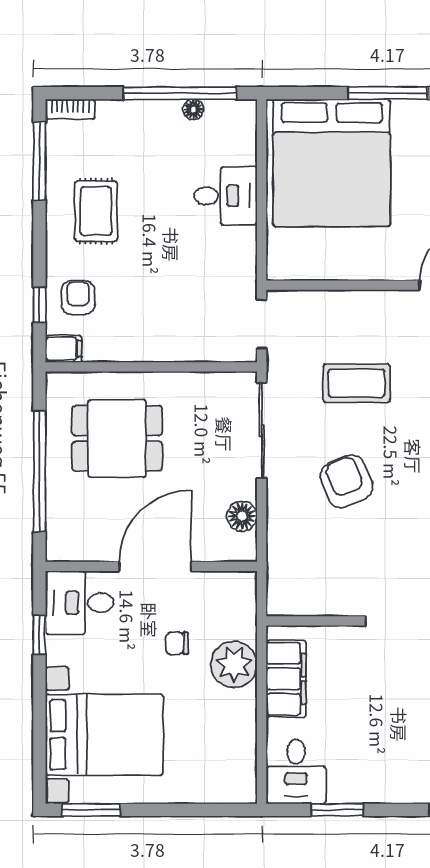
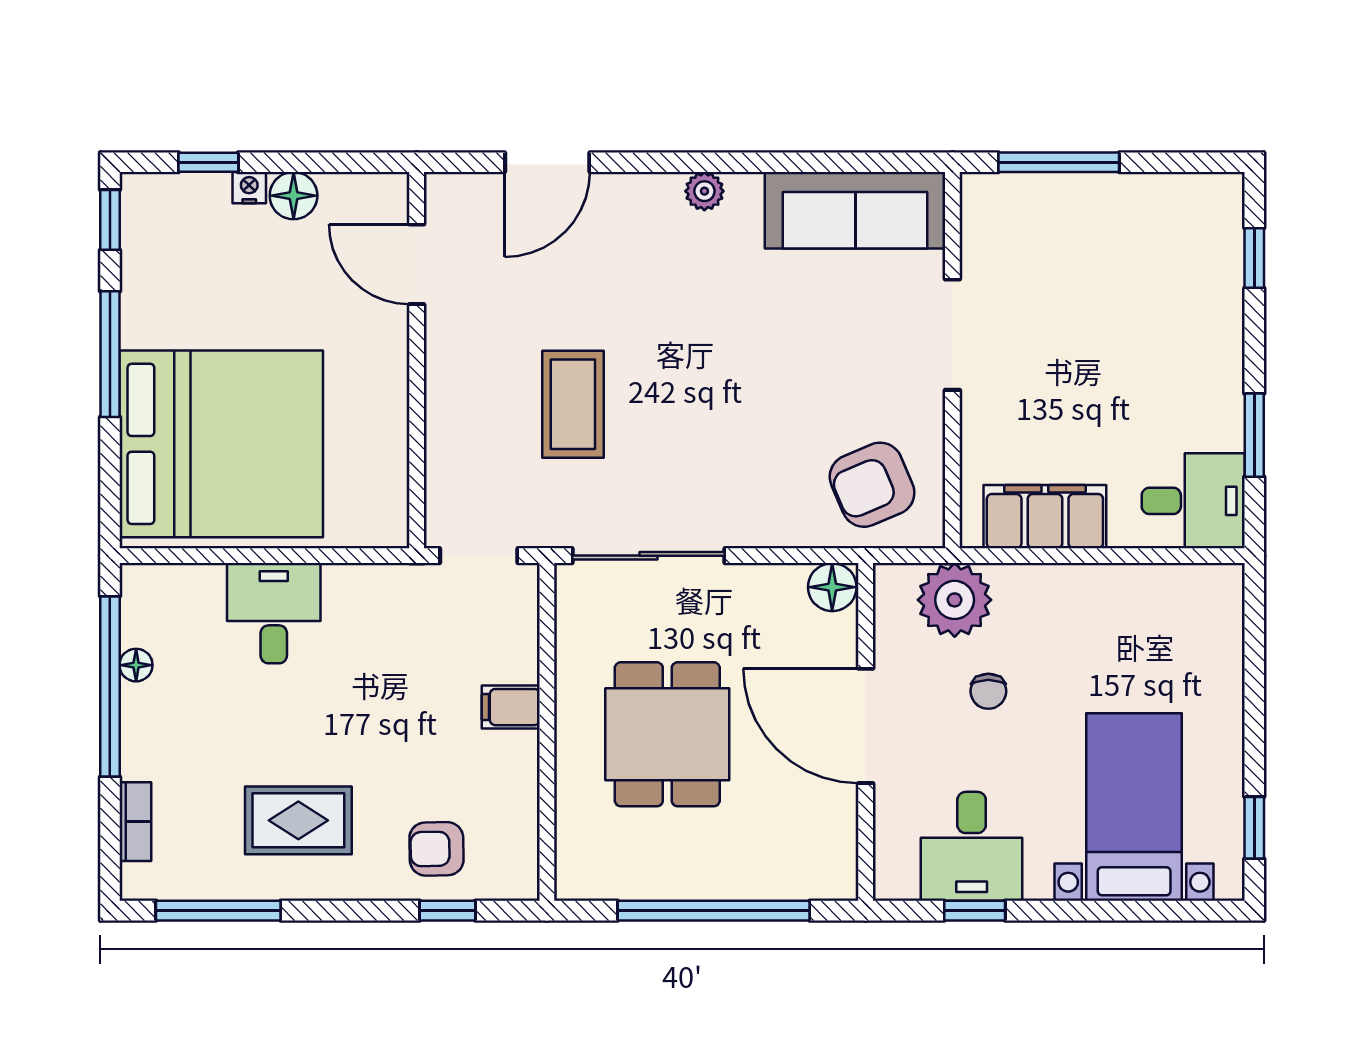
bookcase: (70, 109) -> (135, 822), moved
filing cabinet: (64, 349) -> (511, 707), moved, turned -90
dining table: (117, 438) -> (667, 734), moved
armchair: (346, 482) -> (872, 485), moved
floor lamp: (242, 516) -> (832, 587), moved
desk: (80, 603) -> (972, 846), moved
plant: (234, 664) -> (955, 600), moved
bed with nightstands: (104, 735) -> (1134, 807), width x0.73
window: (91, 810) -> (1254, 828), width x0.67

